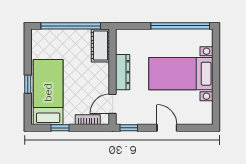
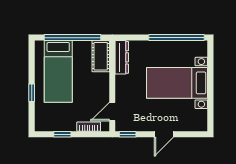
dresser: (123, 72) -> (122, 57), moved
bed: (48, 92) -> (58, 71), moved, turned 180
door: (167, 128) -> (164, 134), swing flipped

